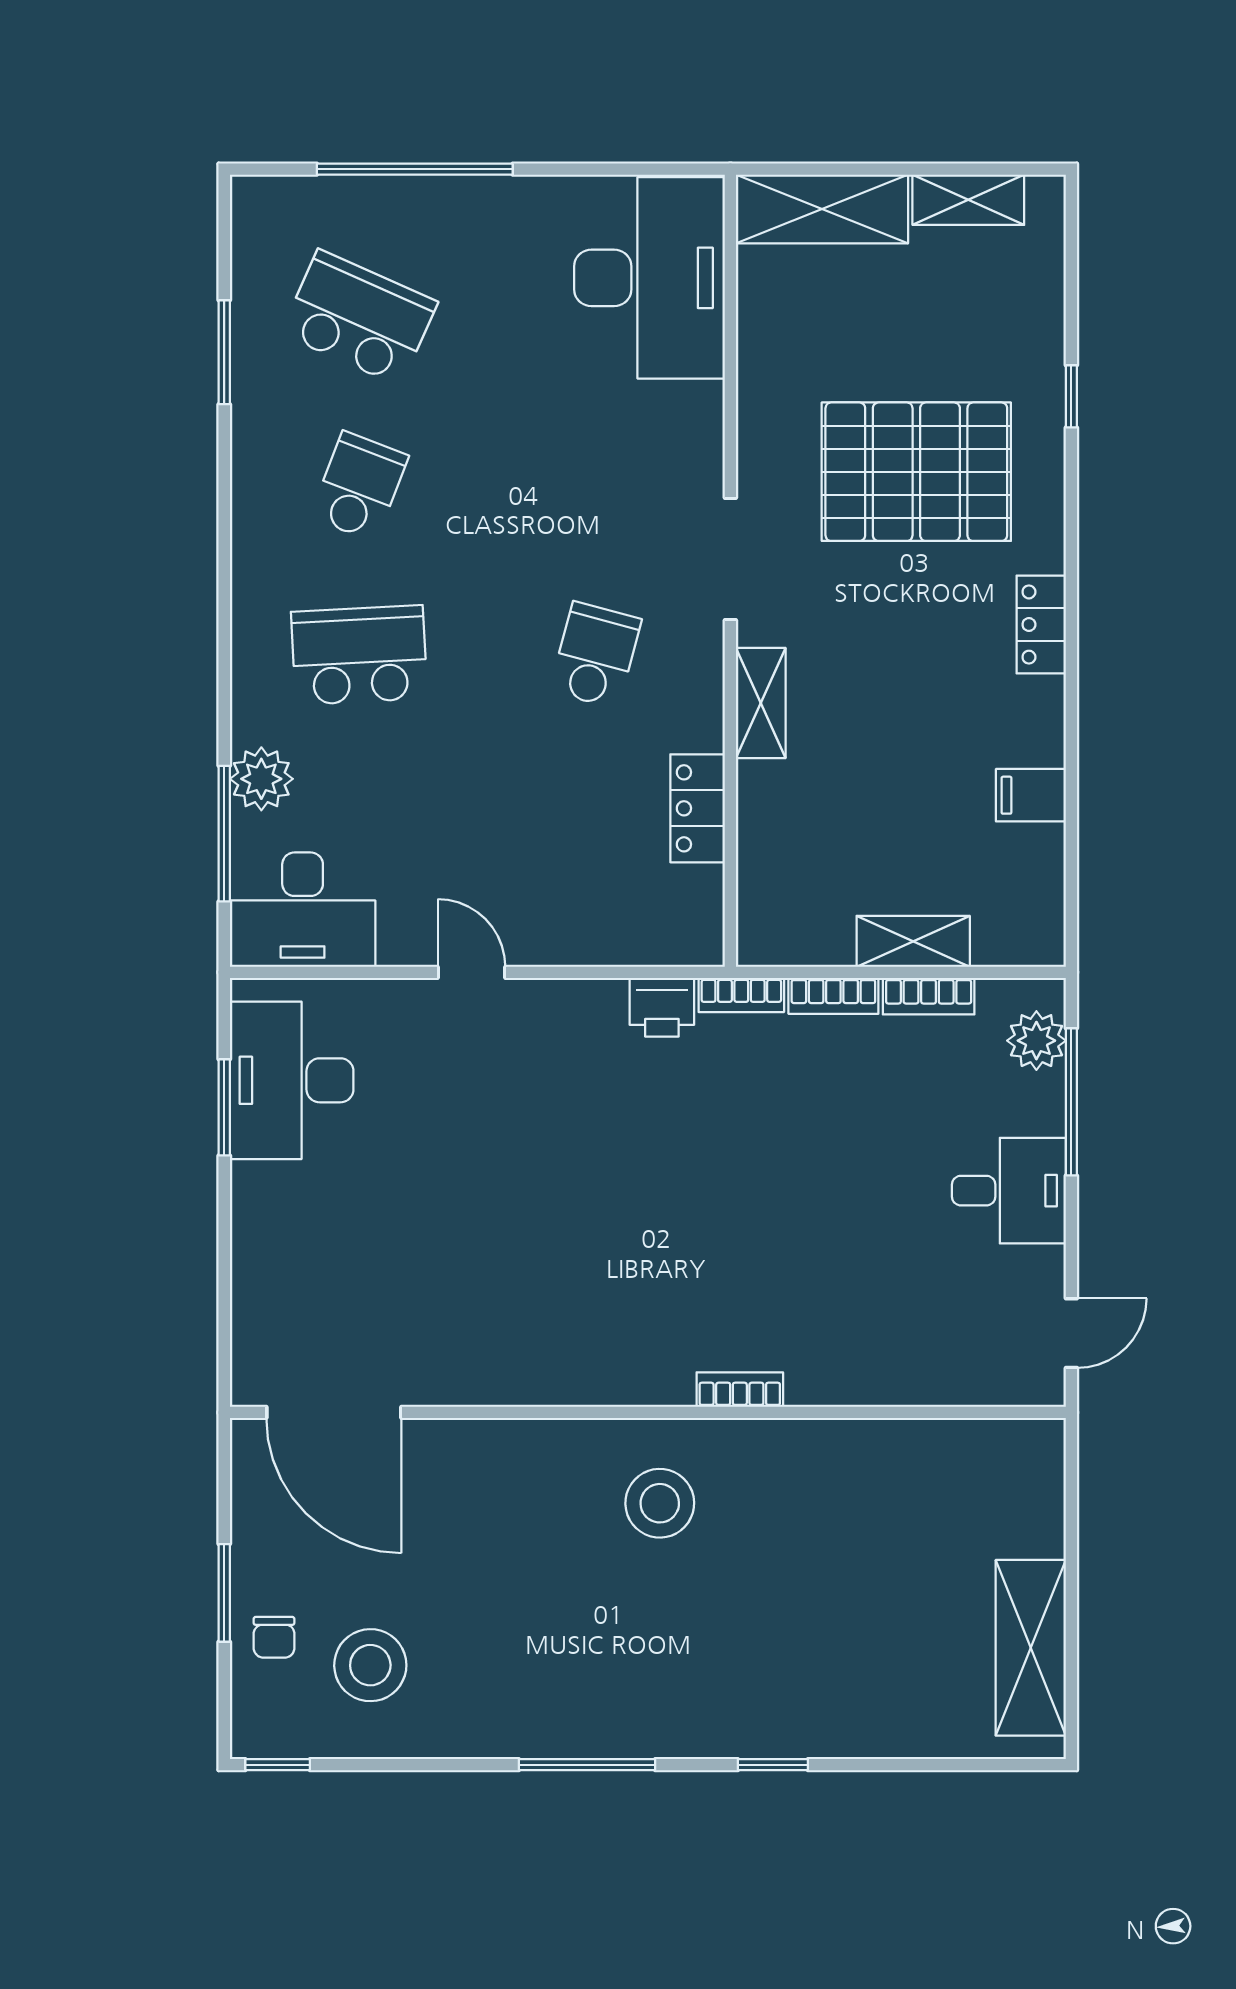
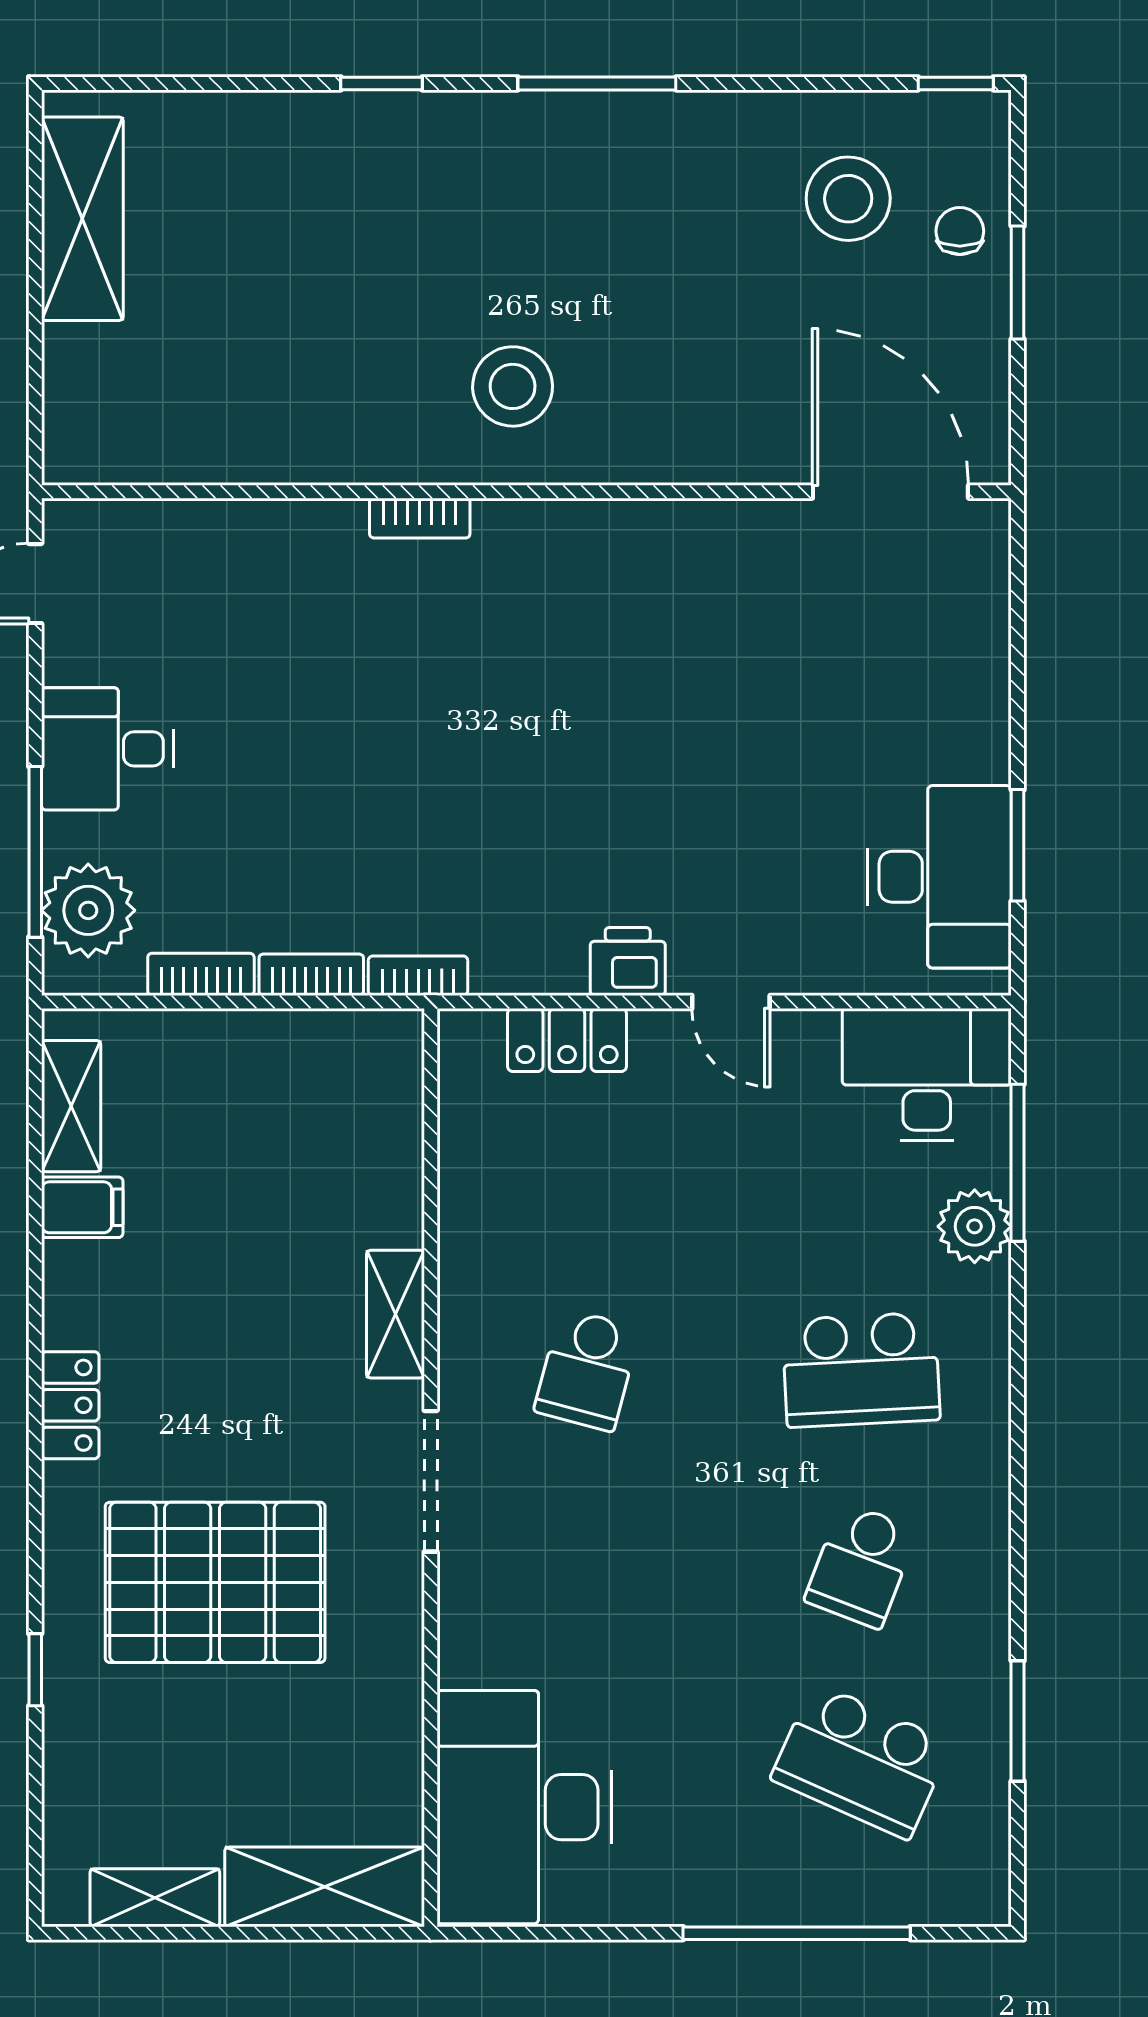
locker: (698, 808) -> (567, 1040), moved, turned 90
shelving: (913, 941) -> (71, 1106), moved, turned 90
printer: (662, 1007) -> (628, 962), moved
plant: (1036, 1041) -> (88, 910), width x1.36, depth x1.36

